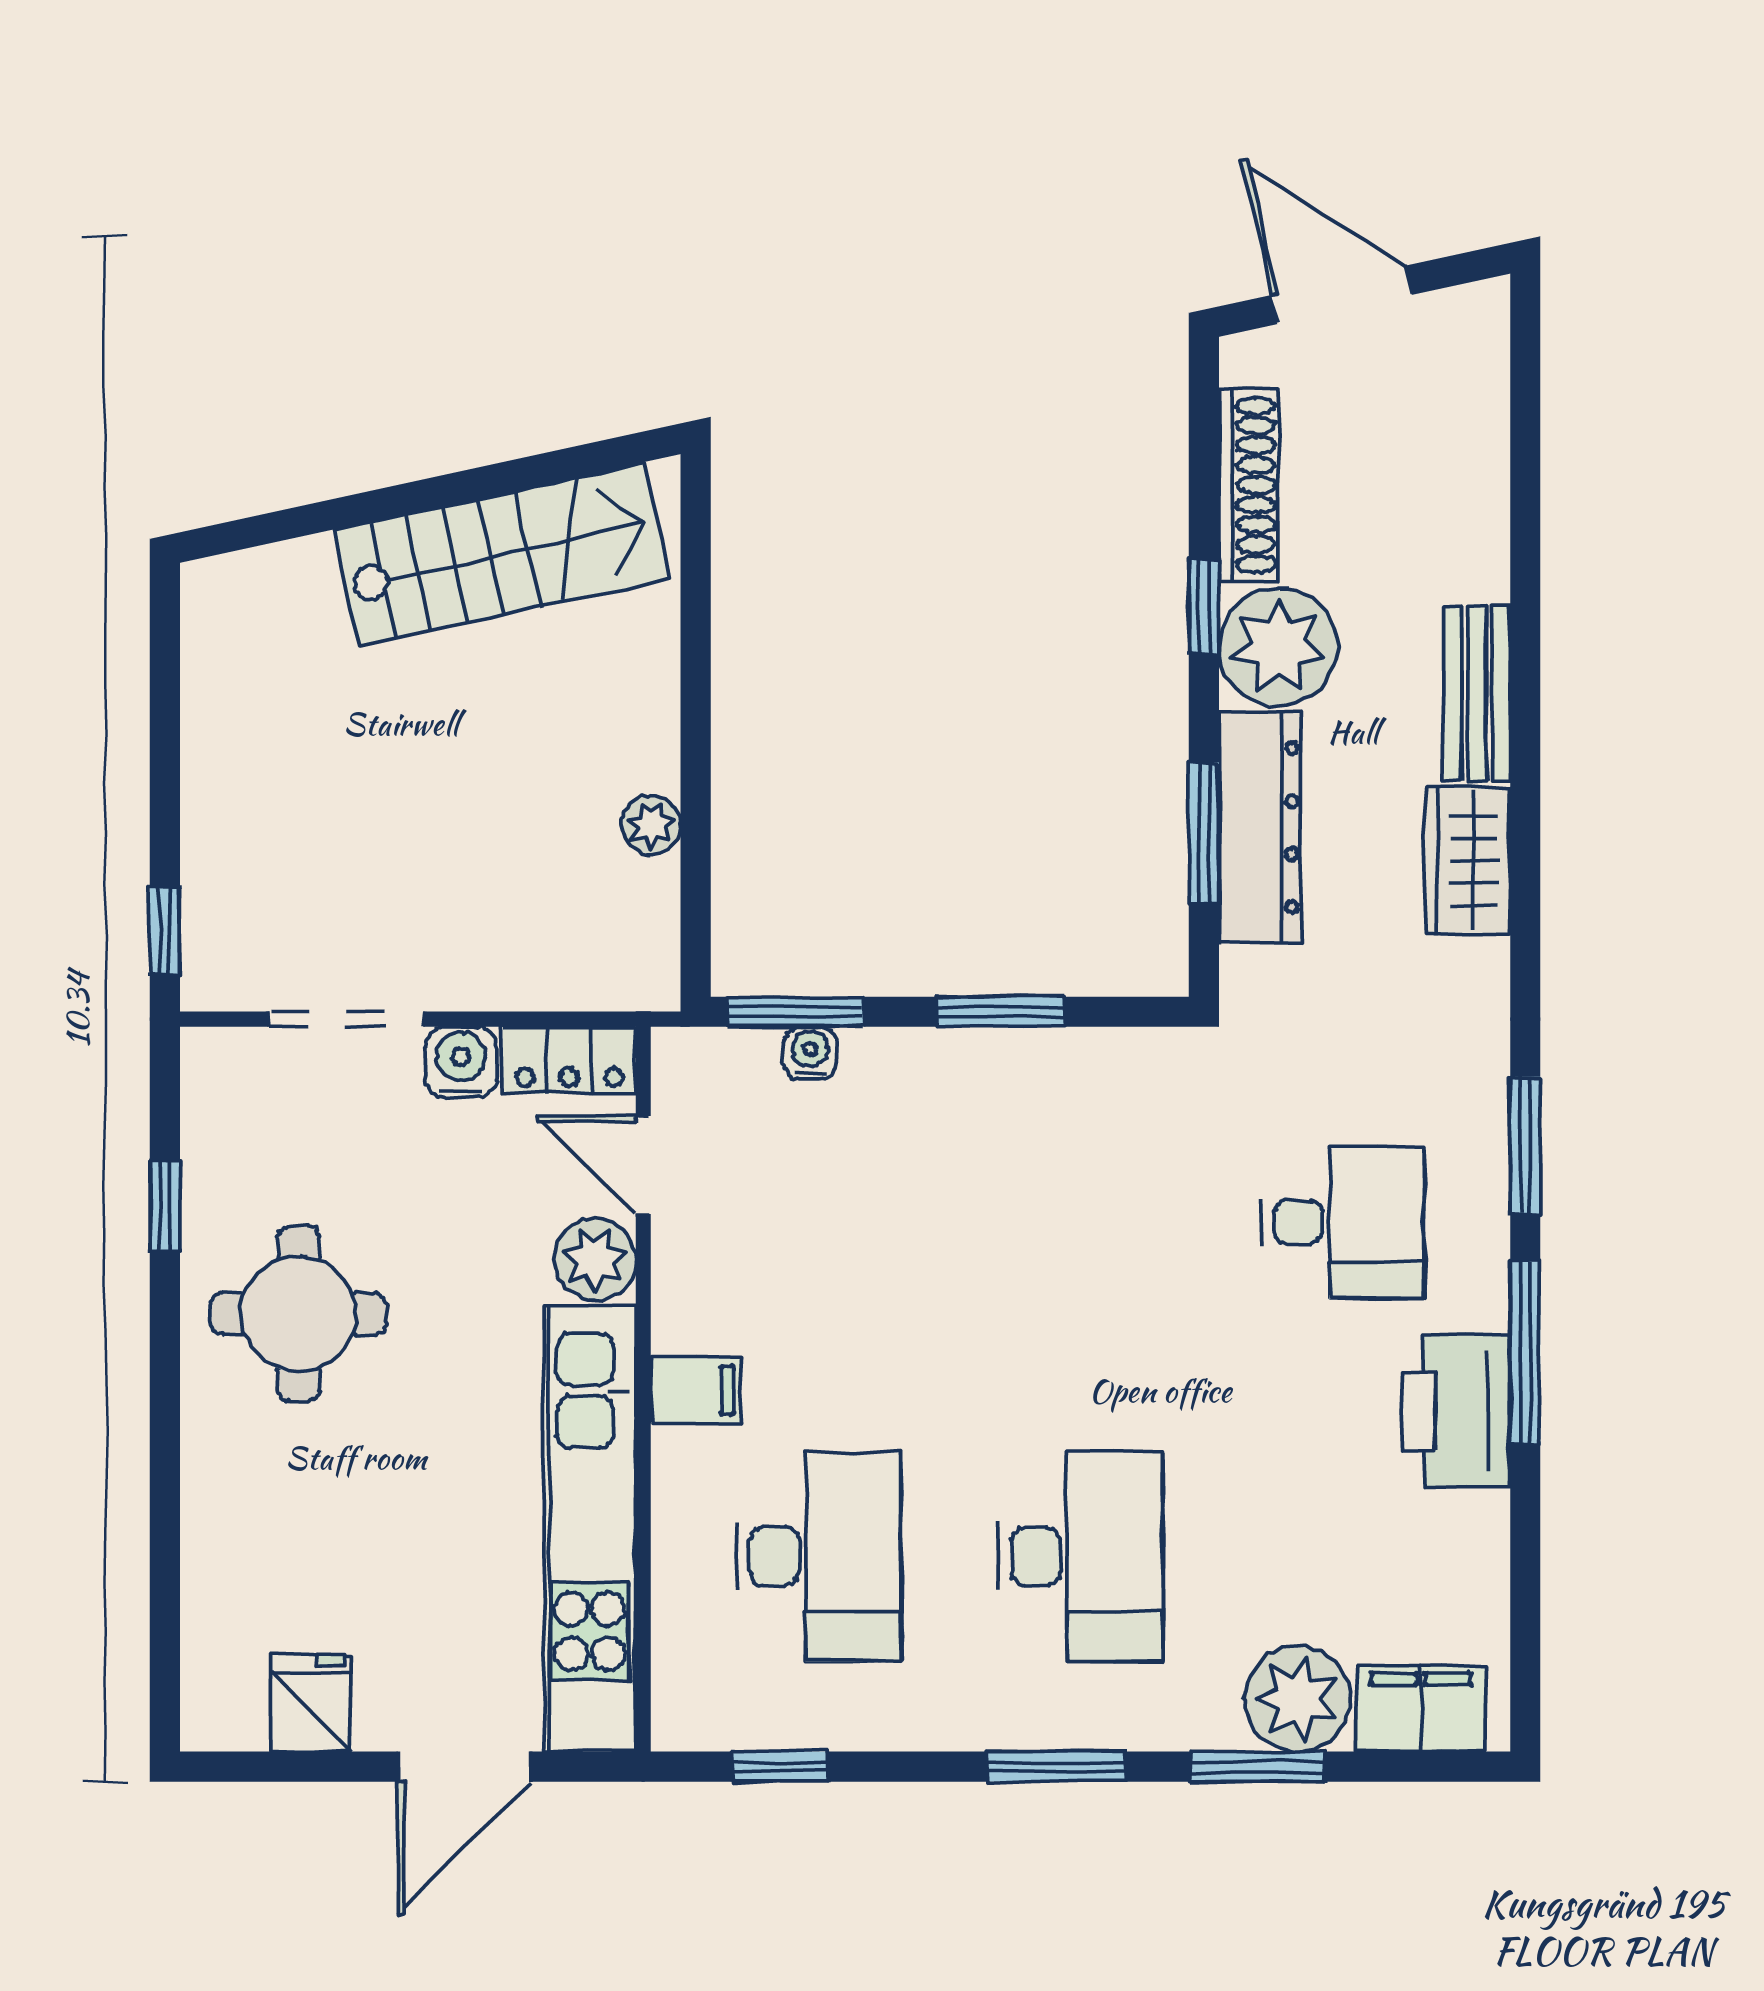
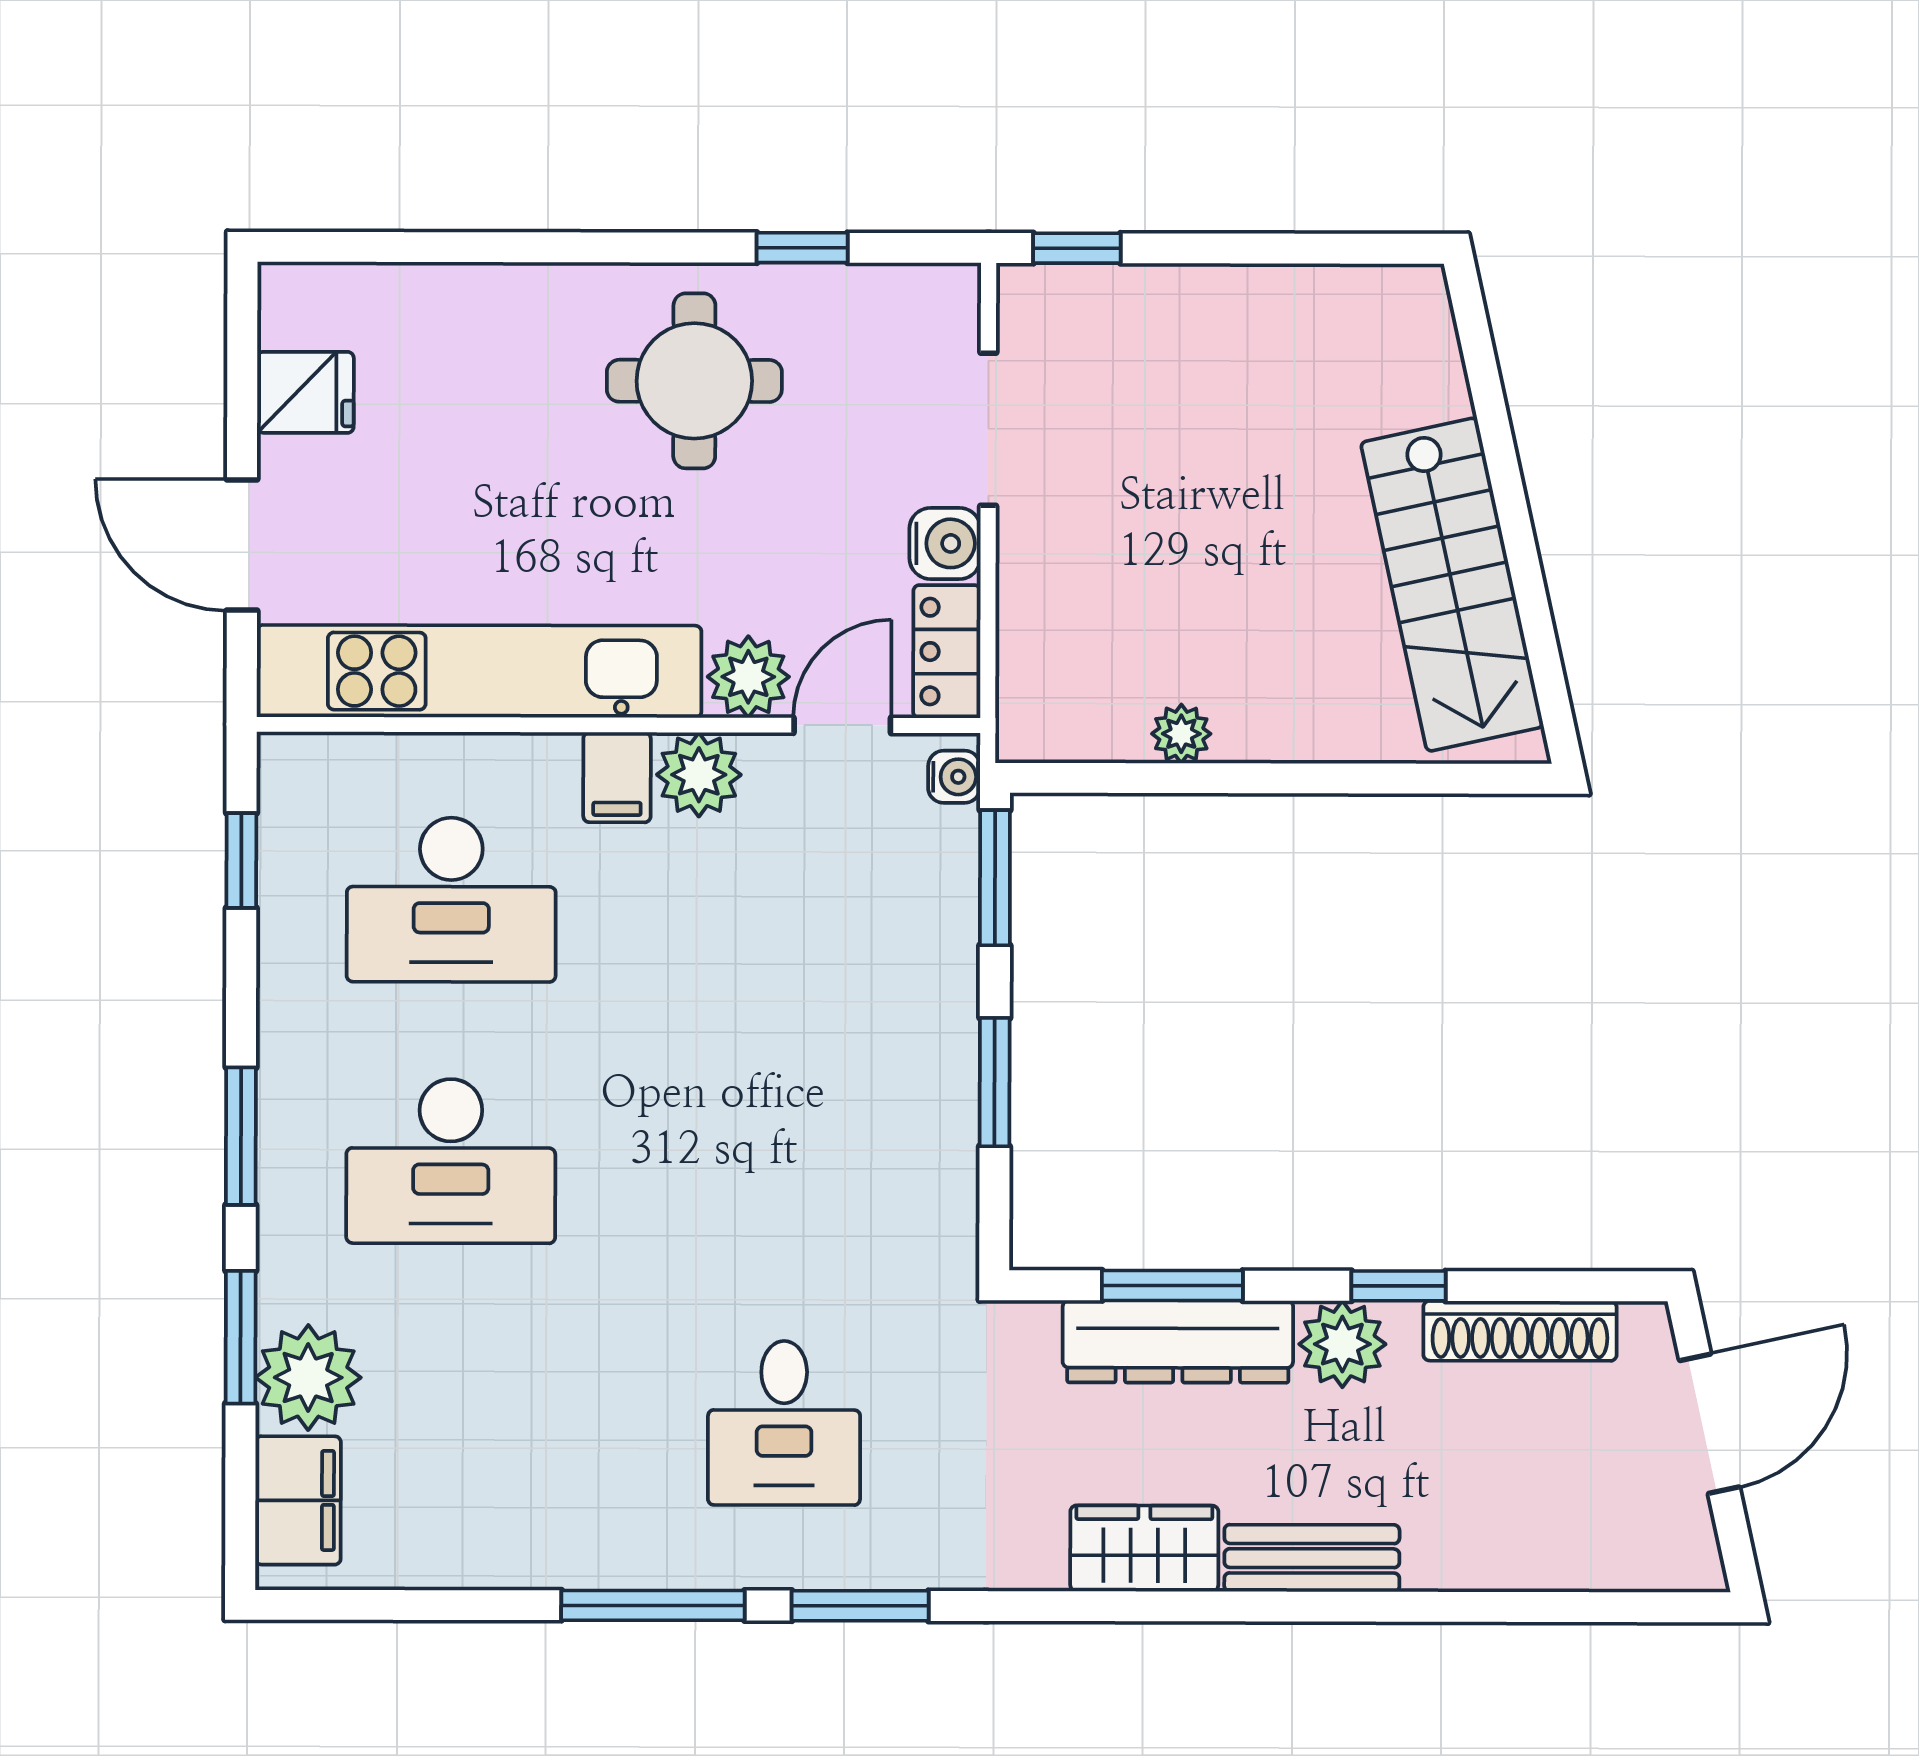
plant: (1278, 647) -> (1342, 1344), width x0.73, depth x0.73
water cooler: (810, 1053) -> (954, 777), moved
plant: (693, 1309) -> (699, 775), added
printer: (1456, 1411) -> (596, 1536), removed

